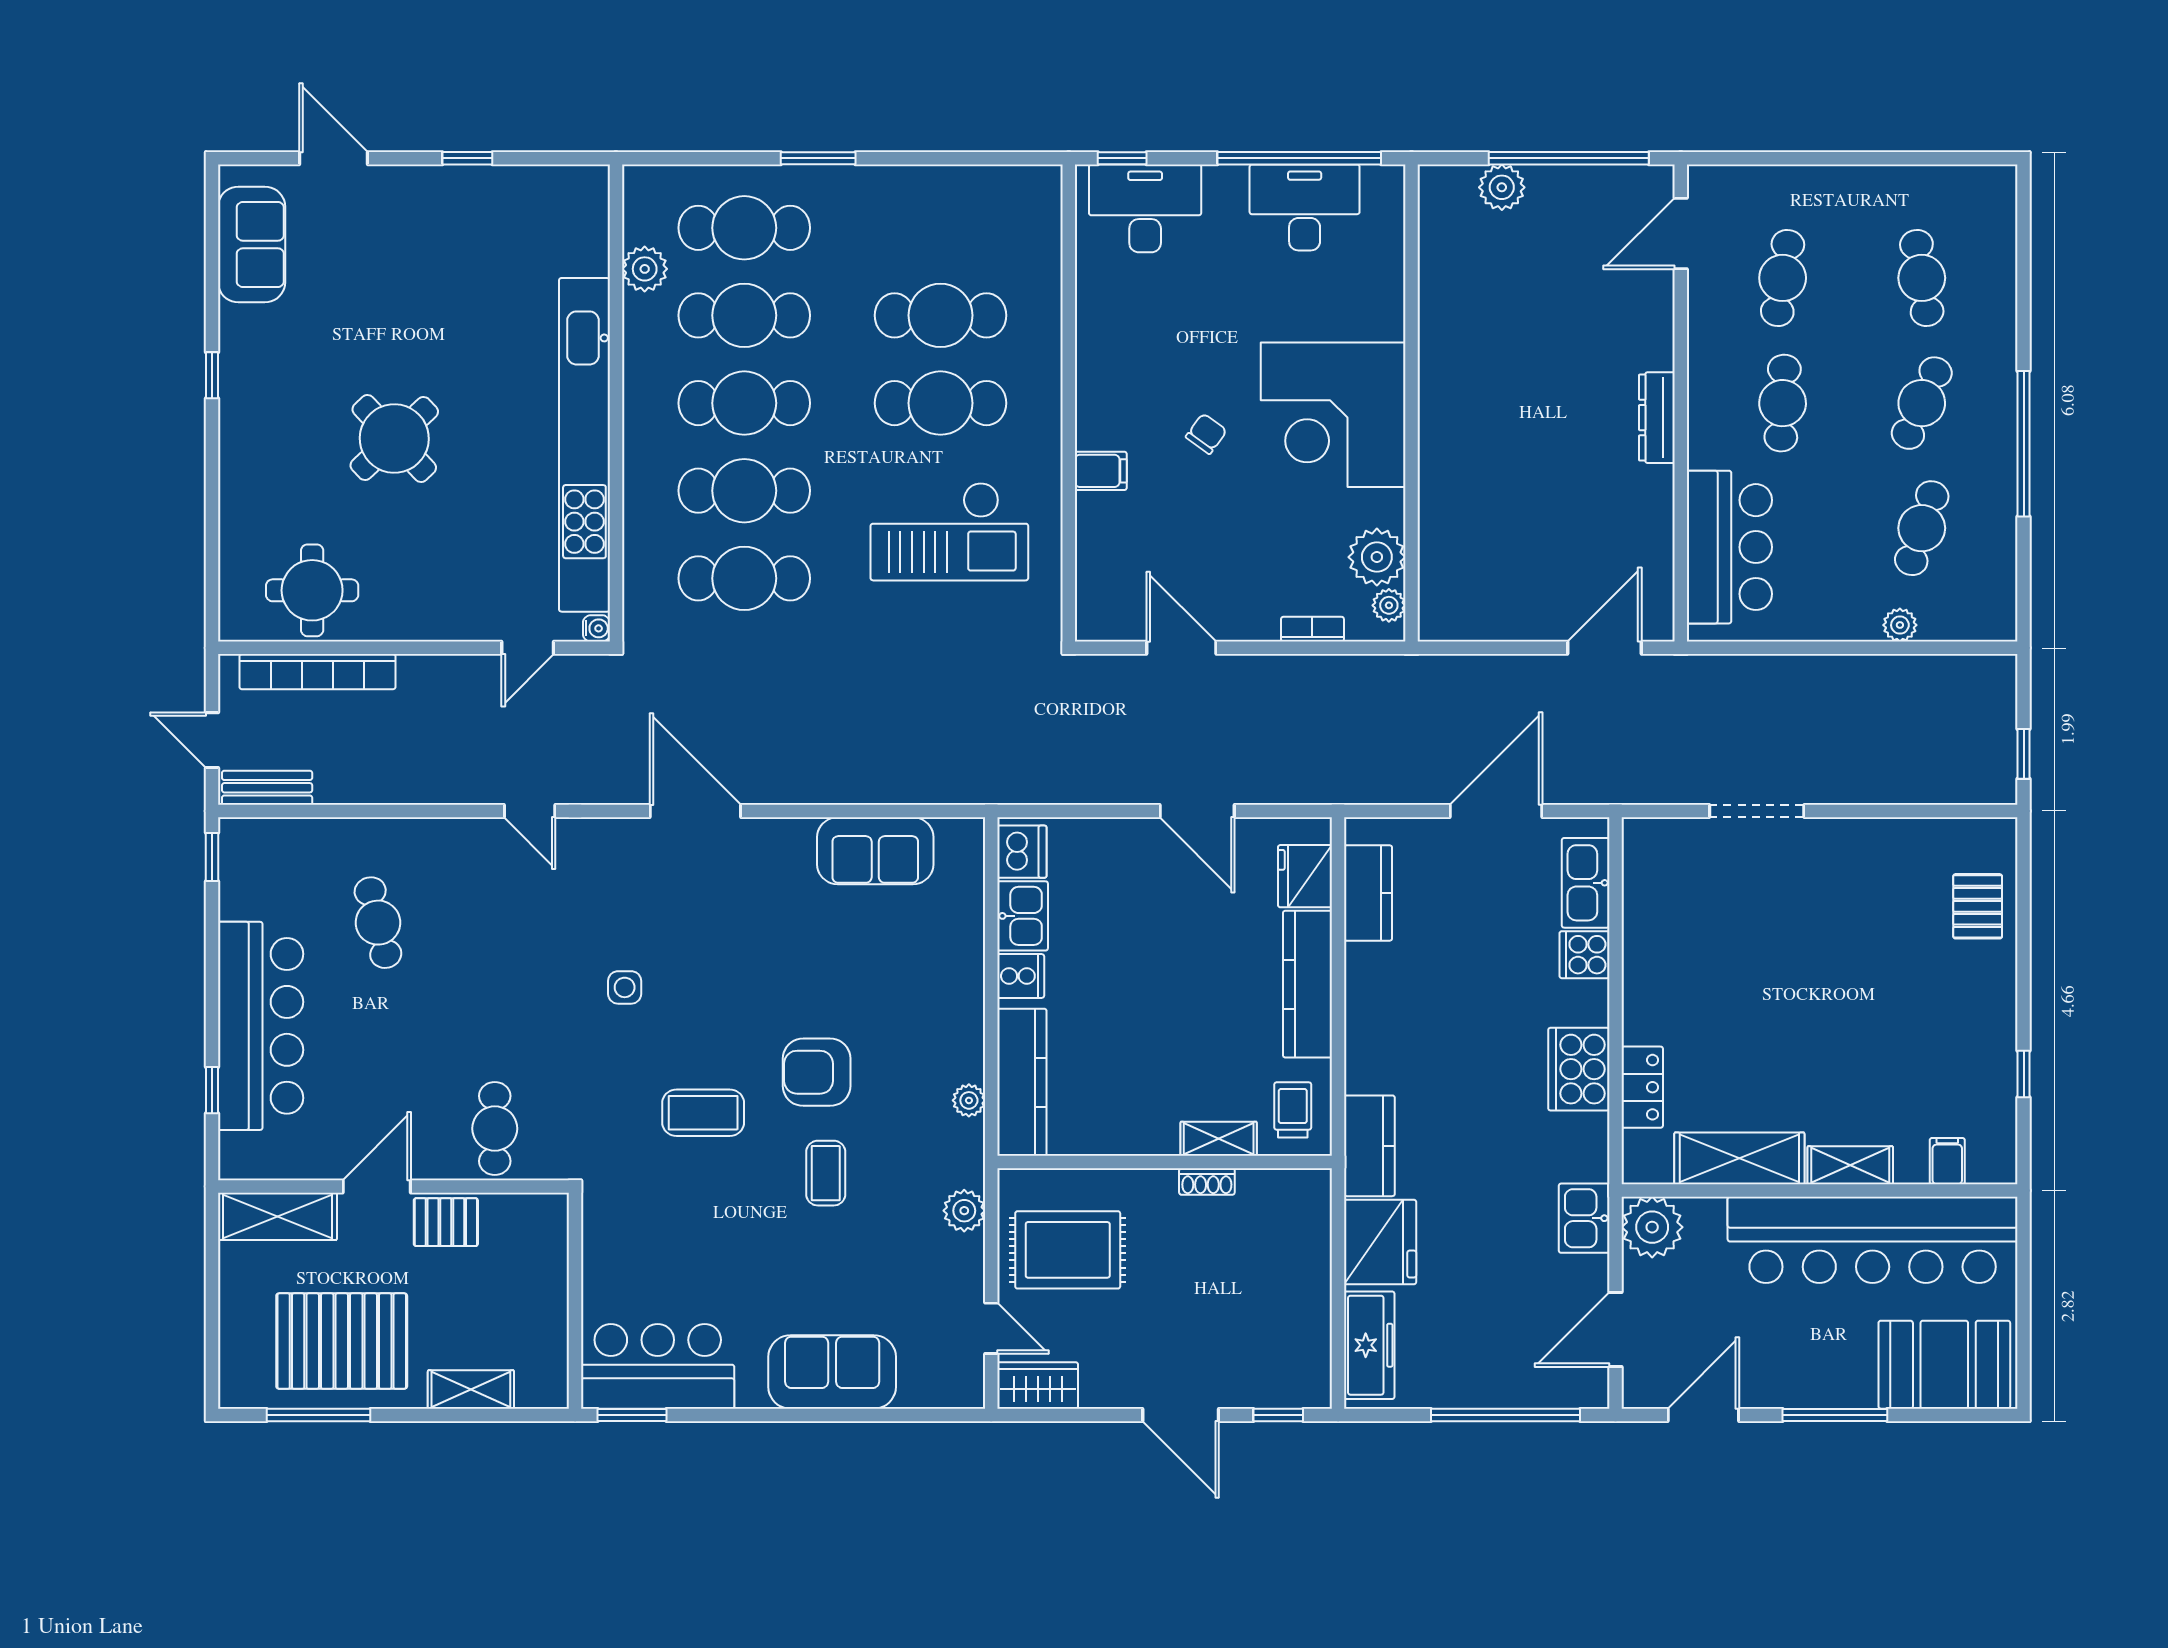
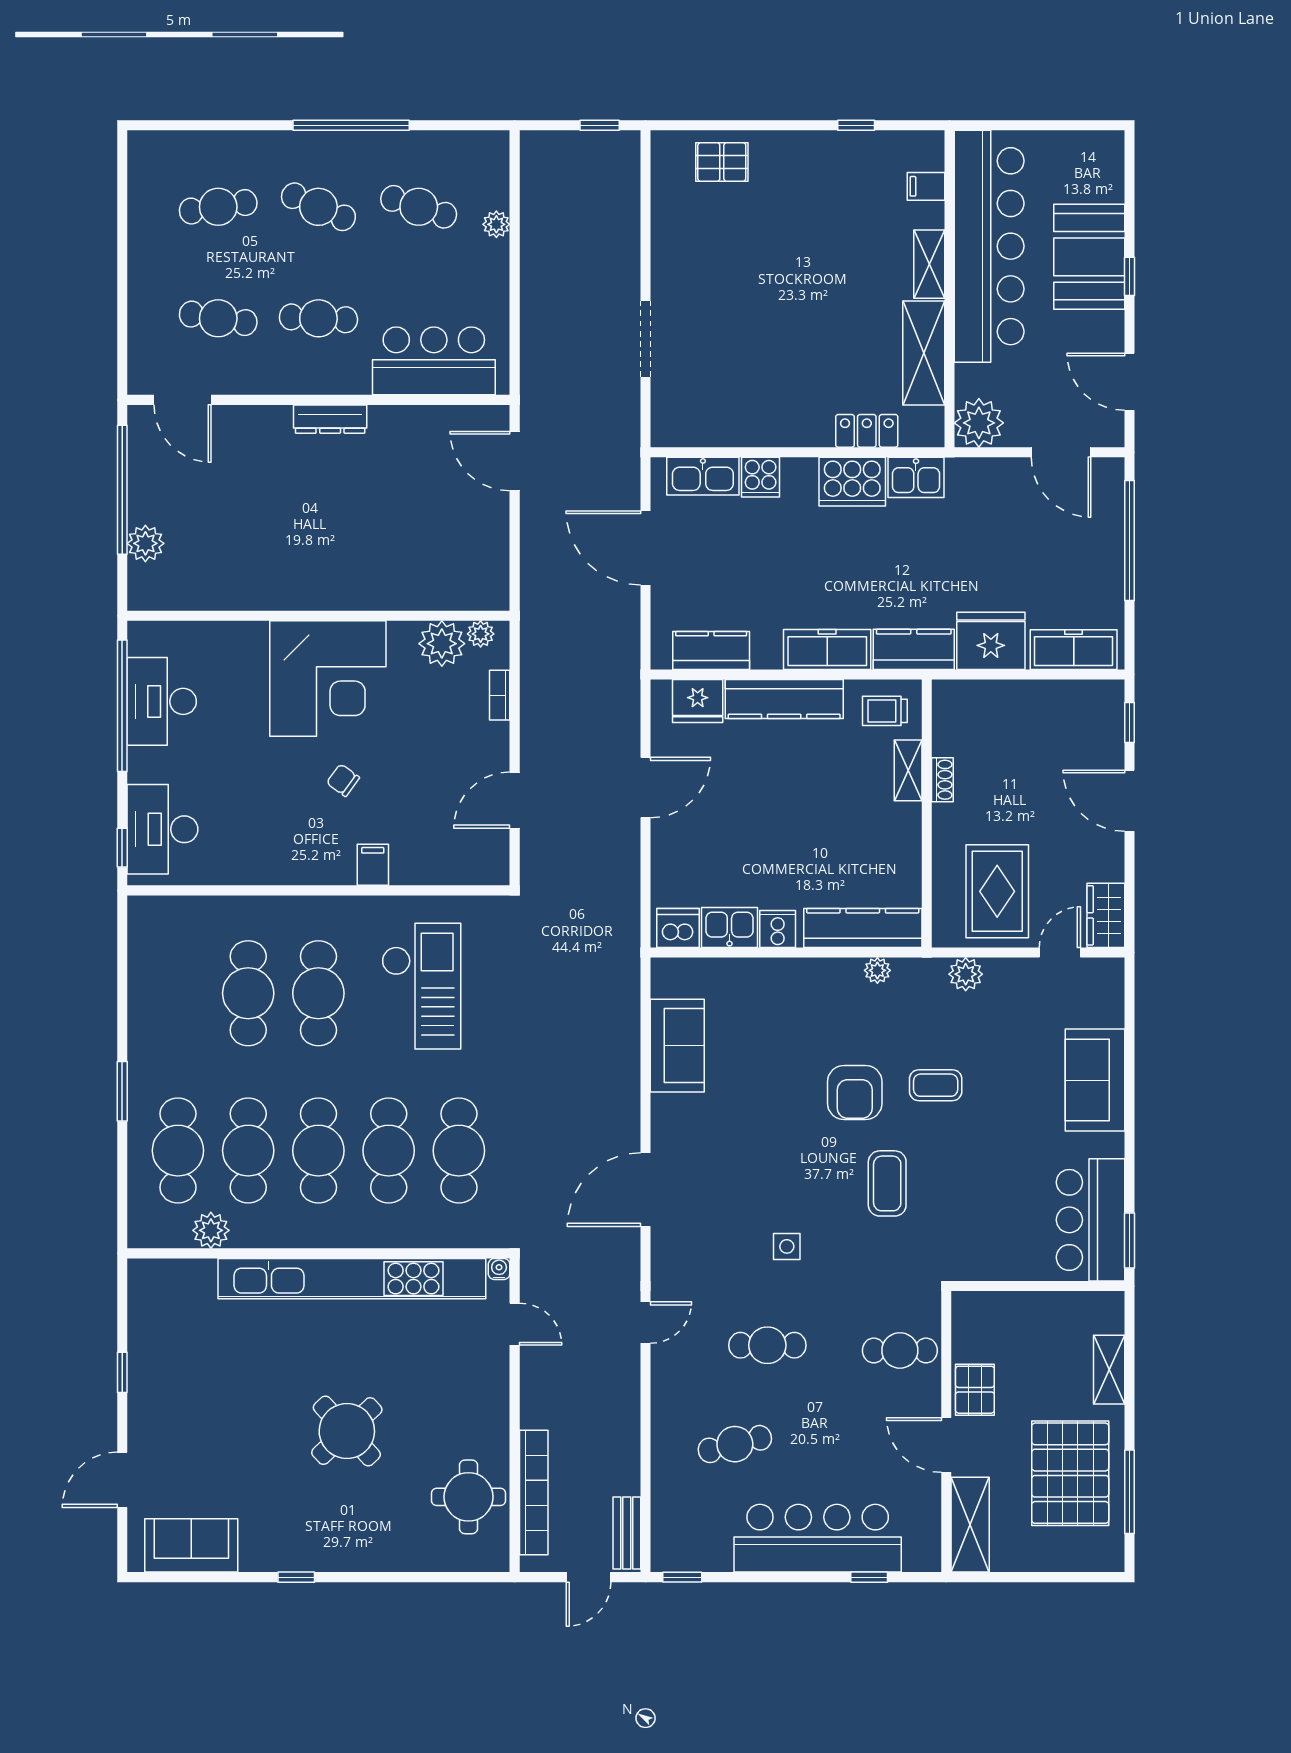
cafe table: (501, 963) -> (767, 1345), added
freezer: (1369, 1038) -> (827, 649), added
kitchen sink: (1584, 1218) -> (916, 477), moved
booth: (1944, 1365) -> (1089, 257), moved
door: (1181, 1415) -> (1129, 801), swing flipped
window: (1835, 1415) -> (1129, 276), width x0.46

